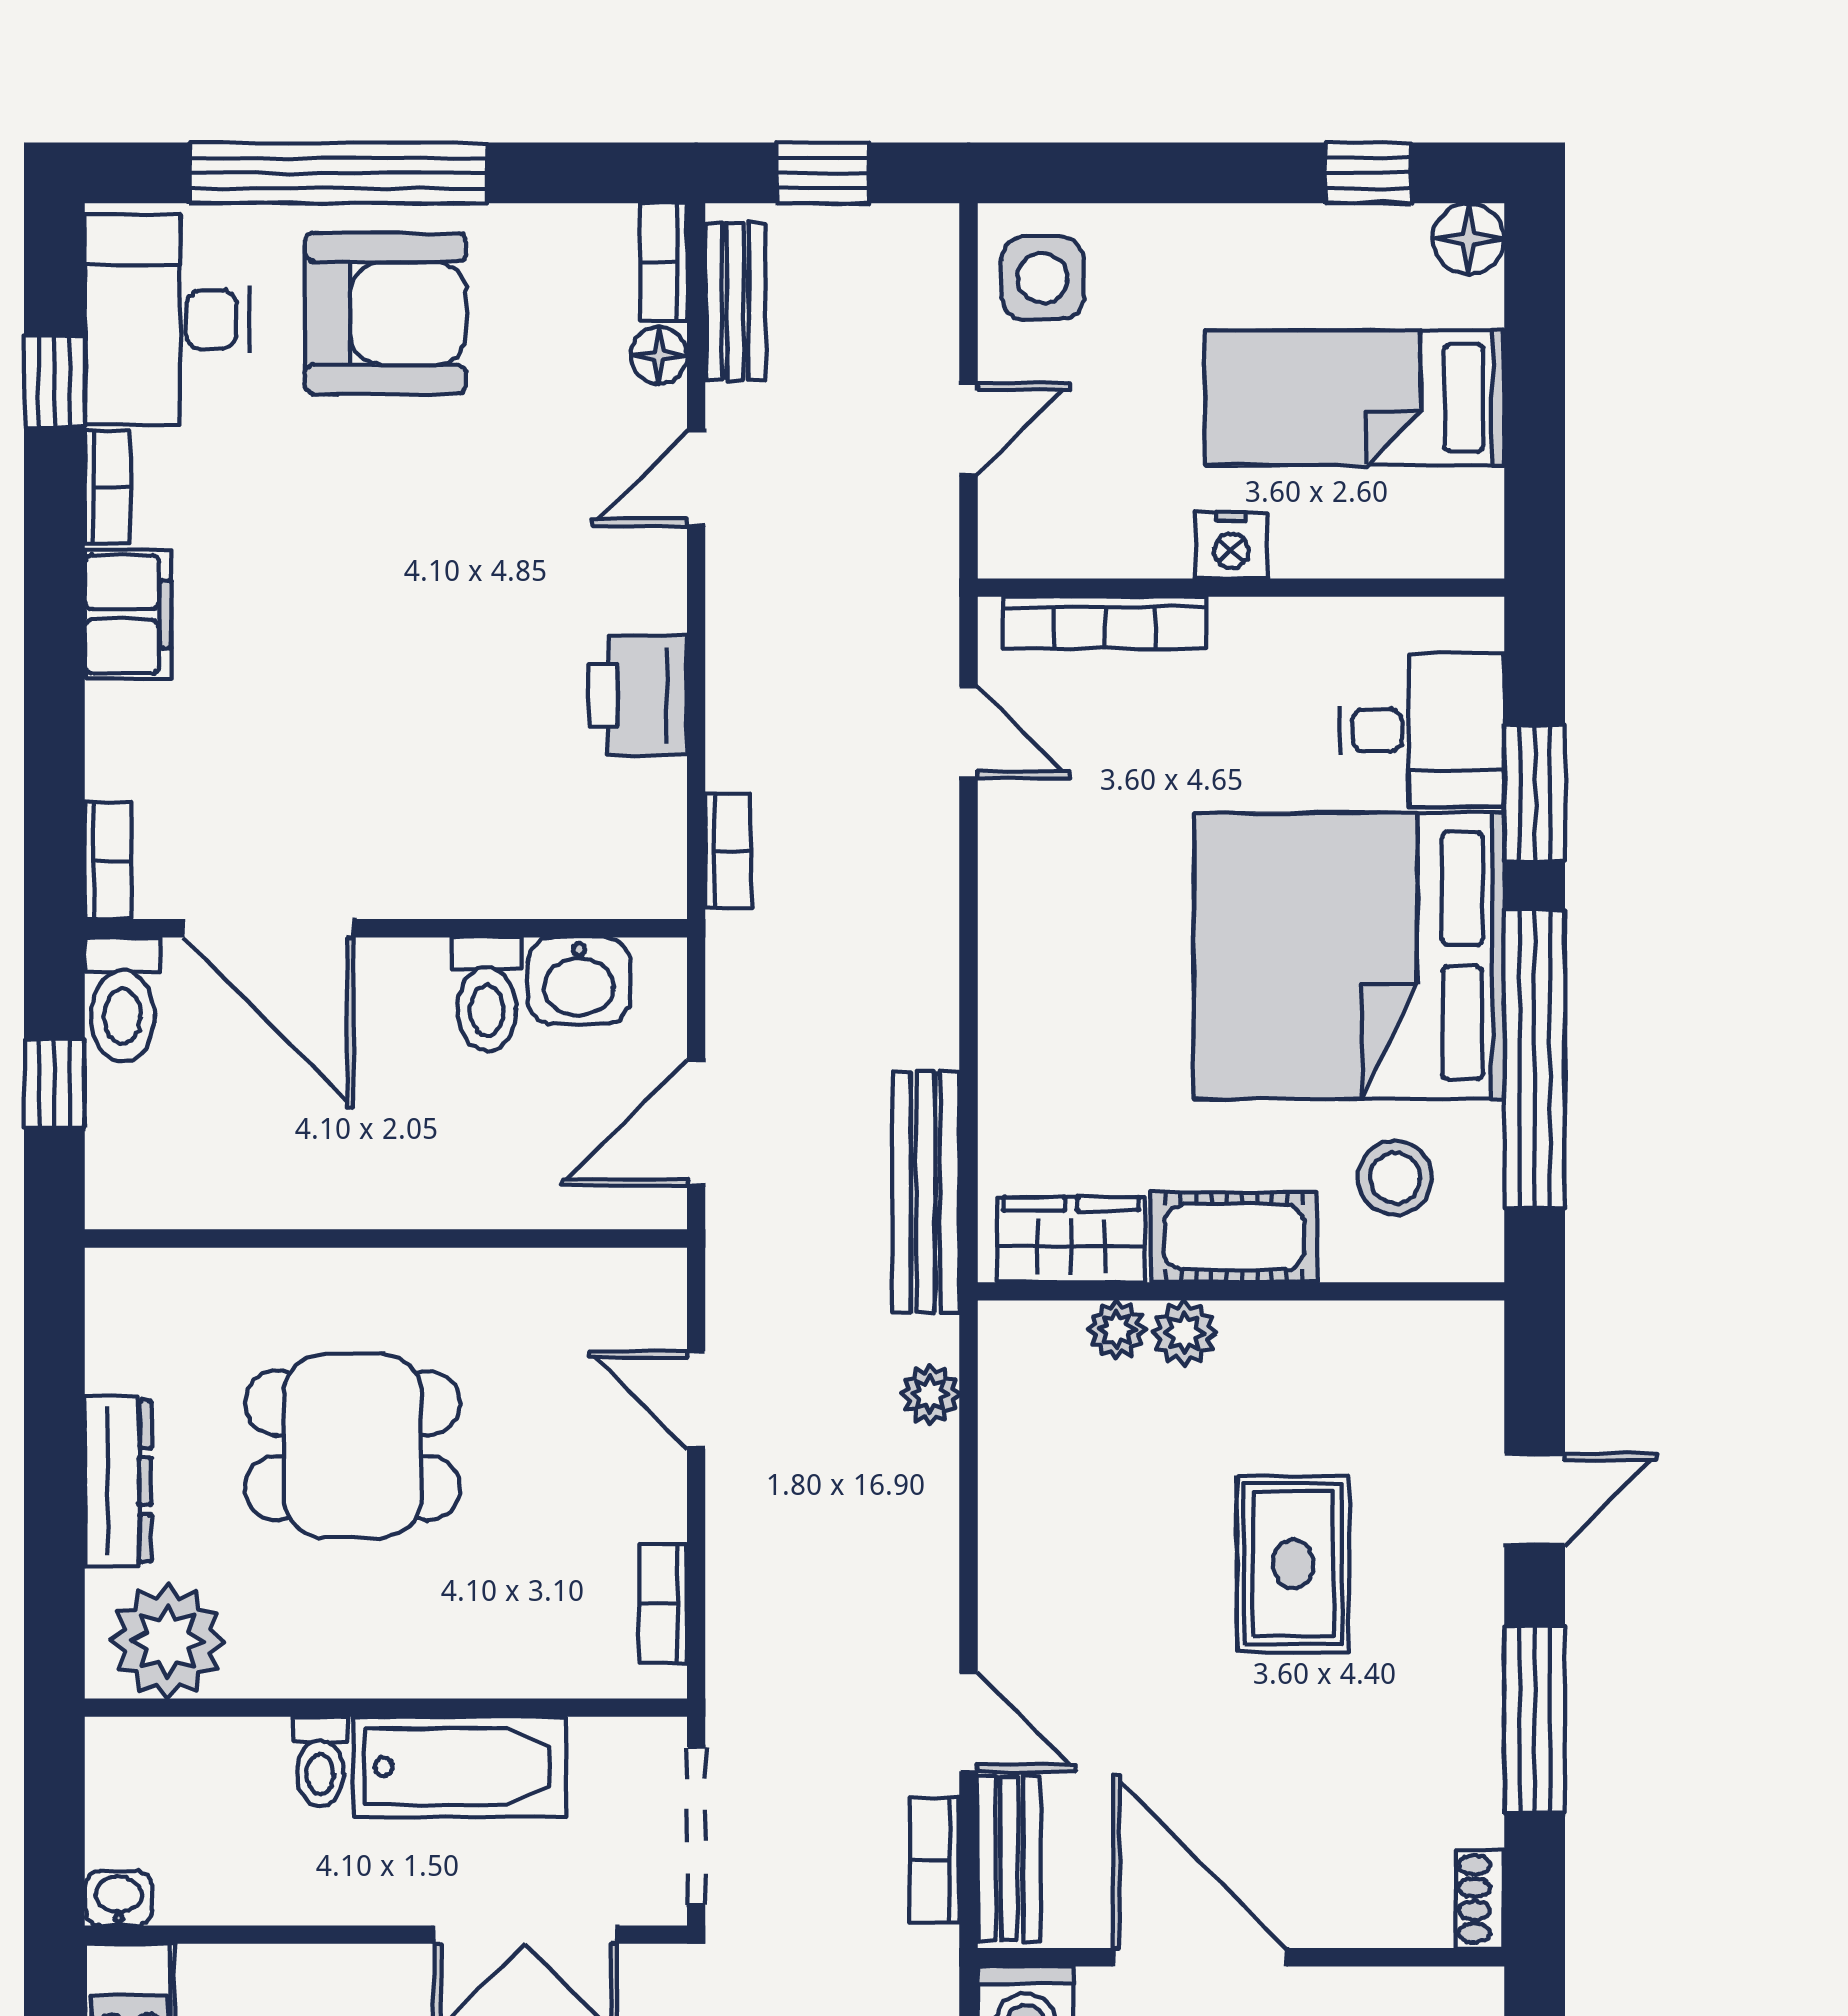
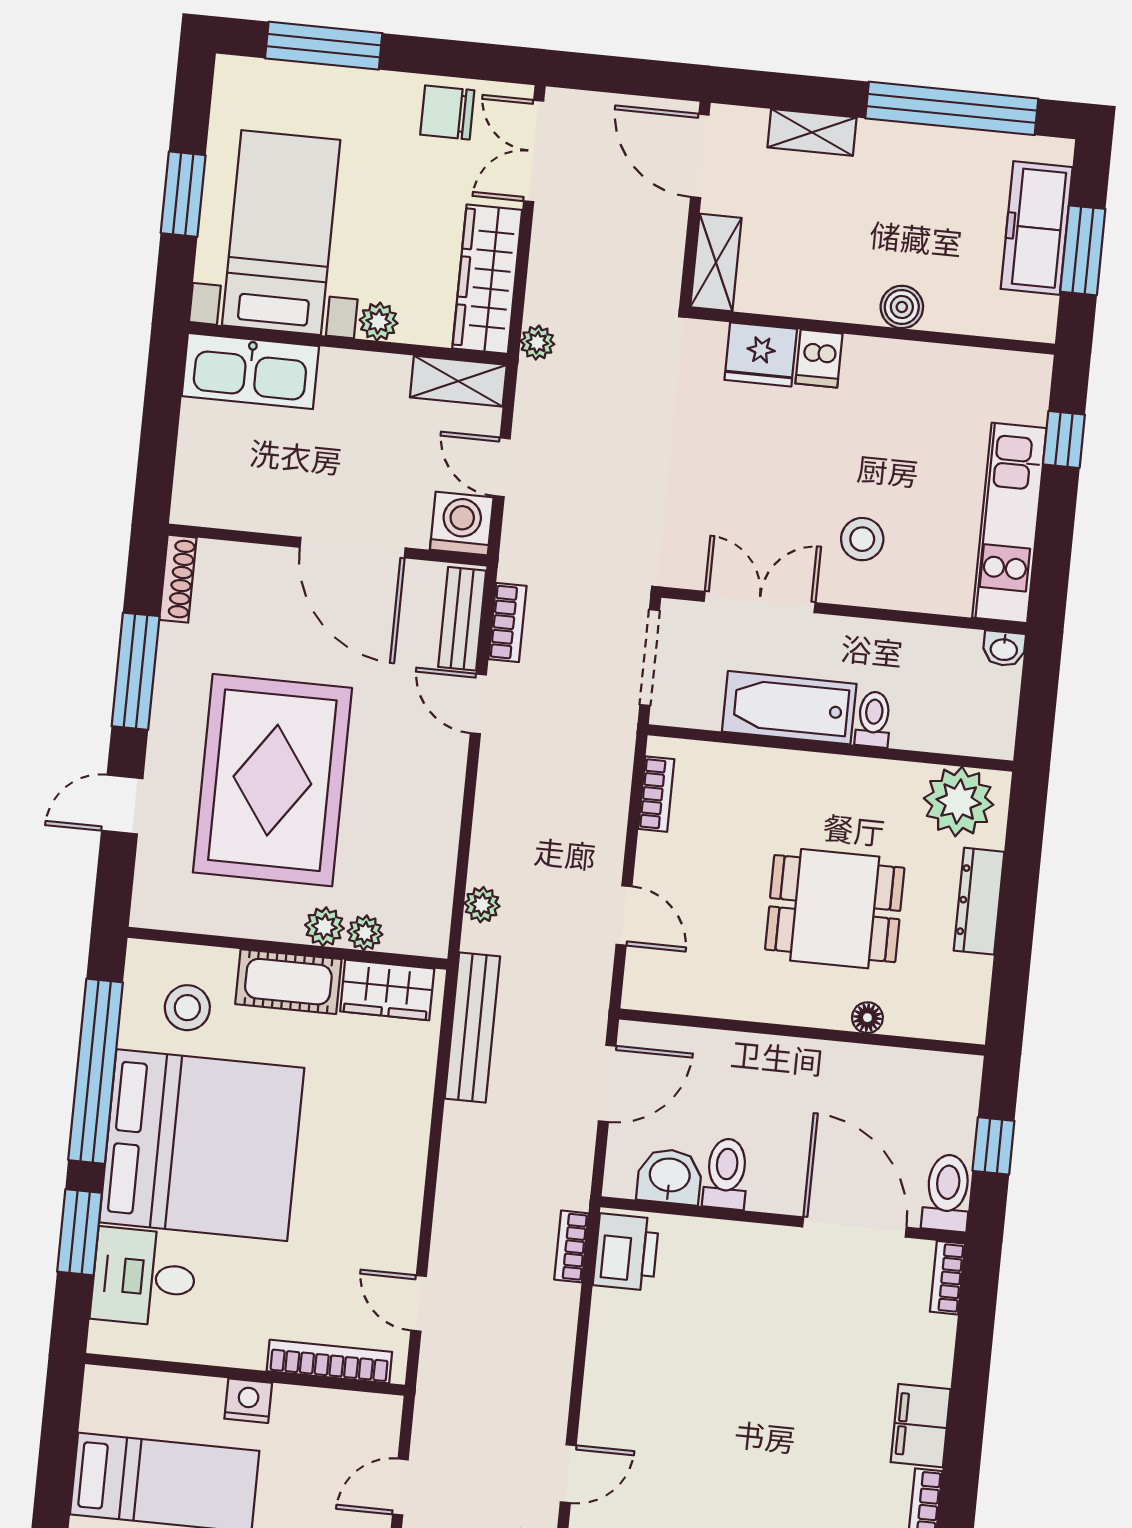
printer: (638, 695) -> (626, 1252), moved
floor lamp: (281, 1273) -> (867, 1018), added
rug: (1293, 1564) -> (272, 780), width x1.86, depth x2.06
shoe rack: (1480, 1899) -> (178, 579), width x1.43

